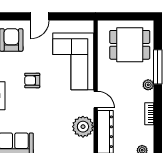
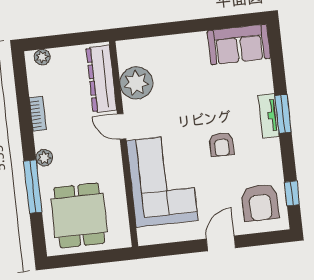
dining table: (130, 45) -> (79, 215), turned 90
armchair: (32, 80) -> (222, 144), turned 90

